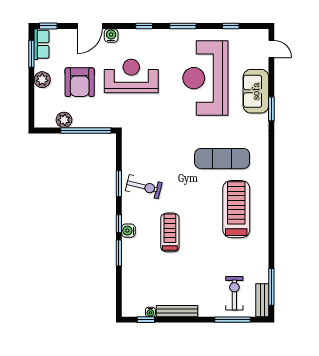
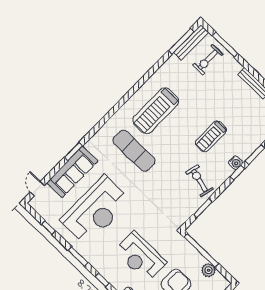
sofa: (256, 91) -> (72, 172), width x1.36
window: (119, 184) -> (203, 208), moved
bench: (262, 300) -> (191, 42), width x1.36

